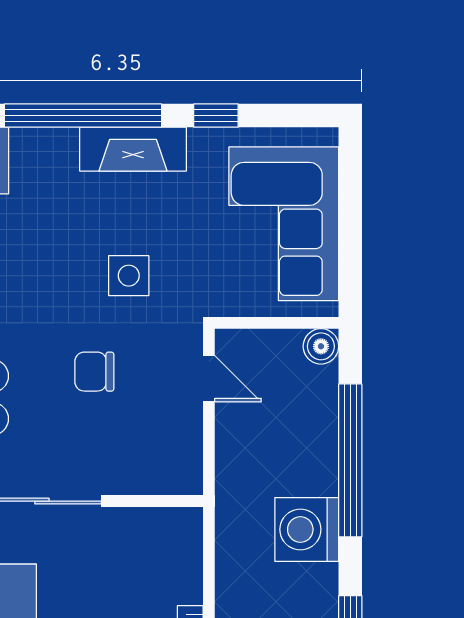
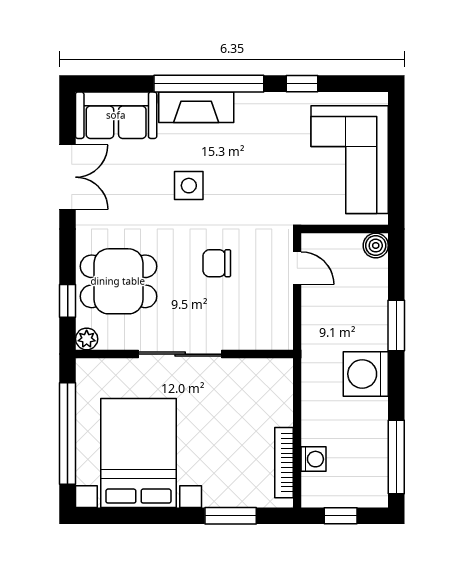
fireplace: (133, 149) -> (196, 107), moved
side table: (129, 276) -> (189, 186), moved
window: (350, 460) -> (396, 325), width x0.47

